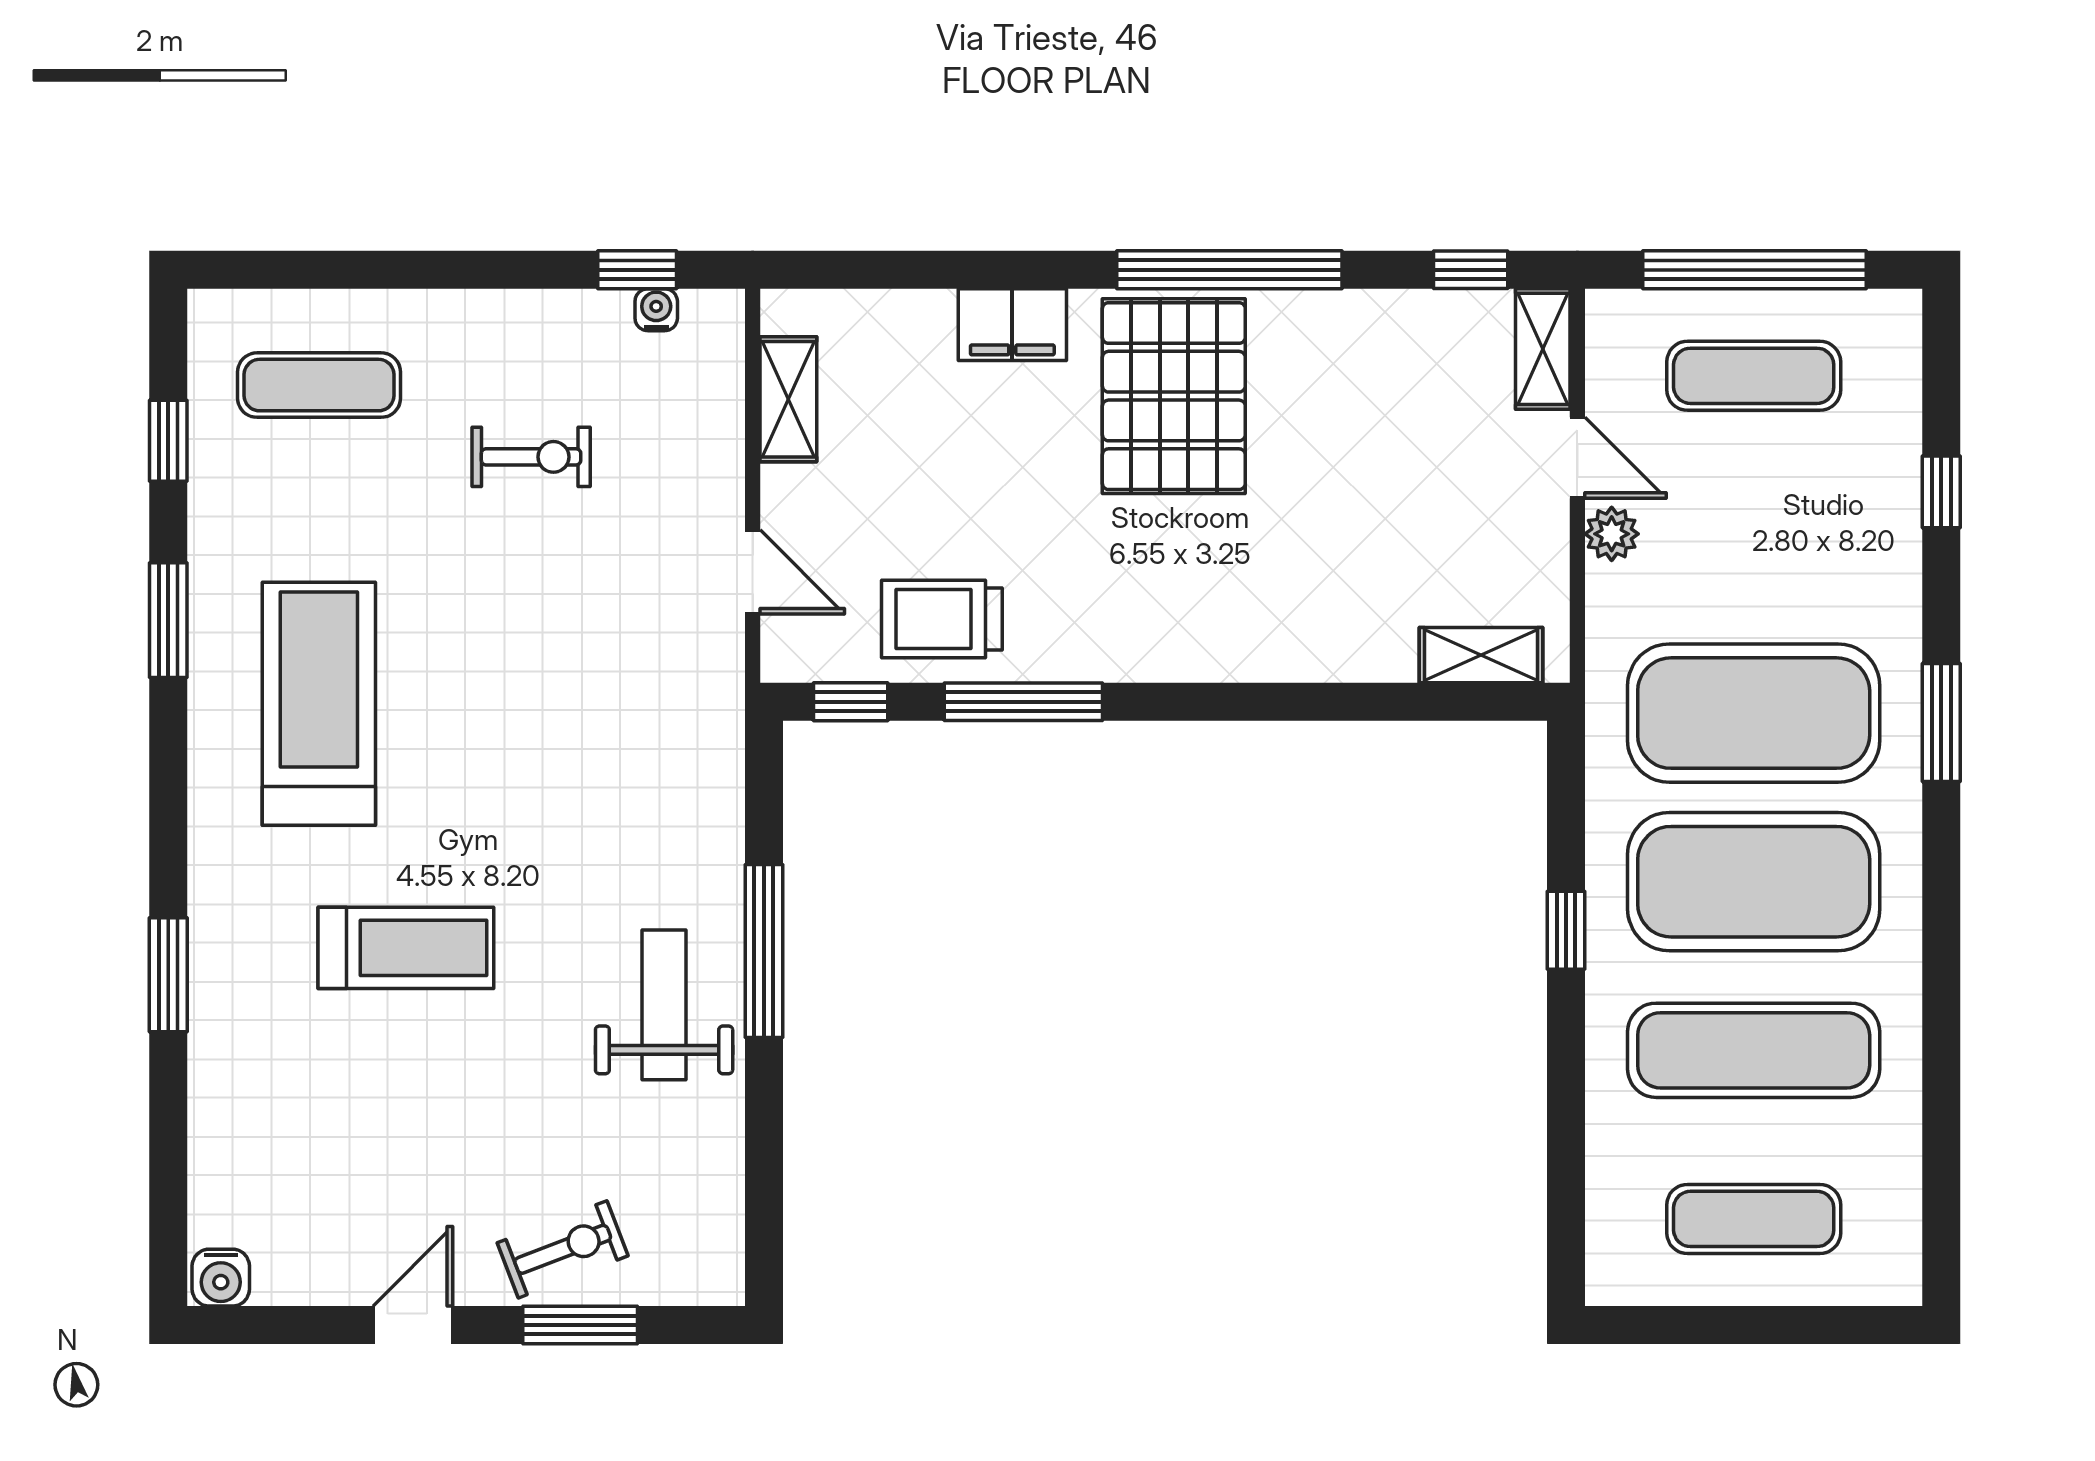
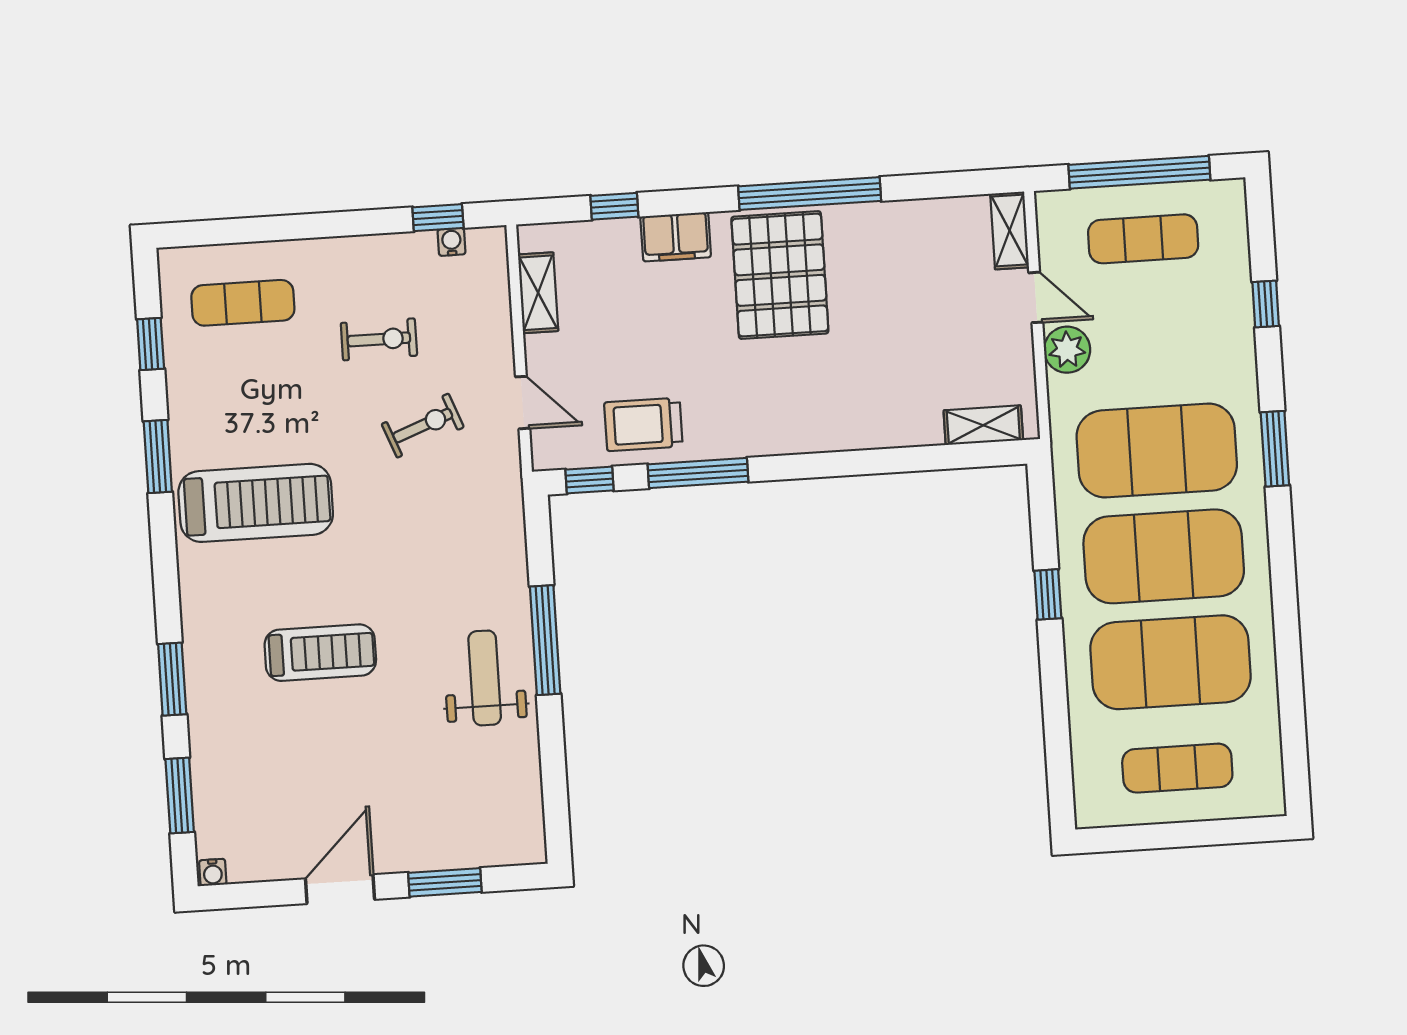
window: (1471, 270) -> (614, 206), moved
plant: (1612, 534) -> (1067, 350), width x1.38, depth x1.38
treadmill: (319, 704) -> (256, 503), turned 90
exercise mat: (1754, 1050) -> (1170, 662), width x1.47
window: (168, 1160) -> (180, 795), added
exercise bike: (563, 1249) -> (423, 426), moved
water cooler: (221, 1278) -> (213, 872), width x0.72, depth x0.72
door: (413, 1325) -> (340, 889), width x1.38

